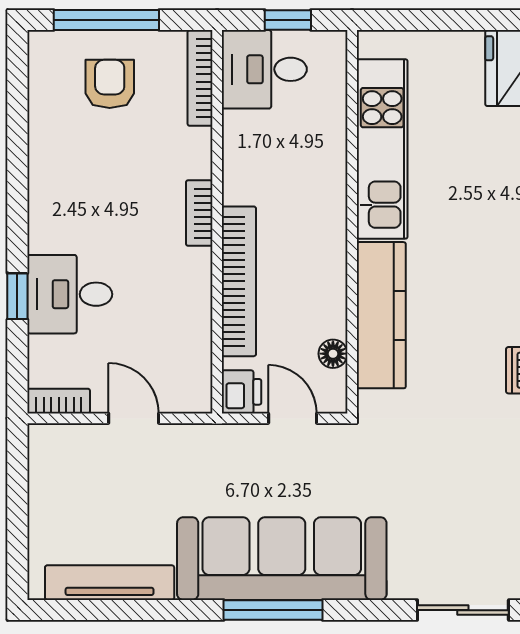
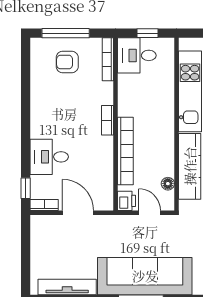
armchair: (110, 84) -> (67, 62), turned -90
window: (17, 296) -> (26, 188), moved
door: (134, 418) -> (78, 213), width x1.38

